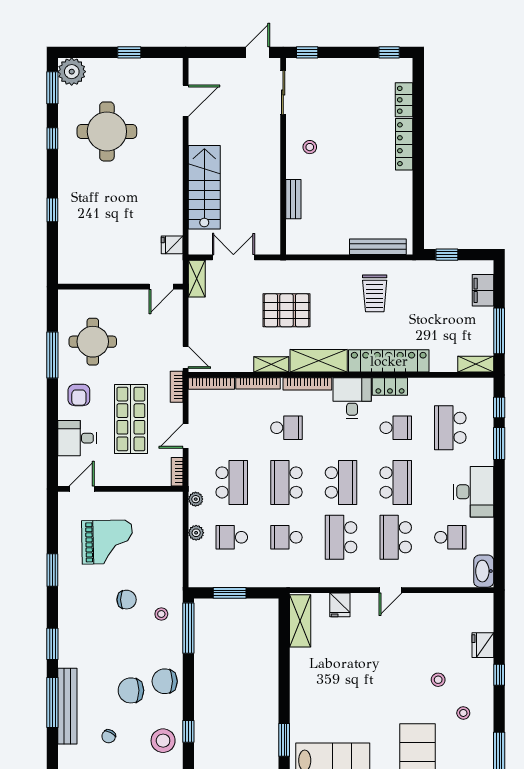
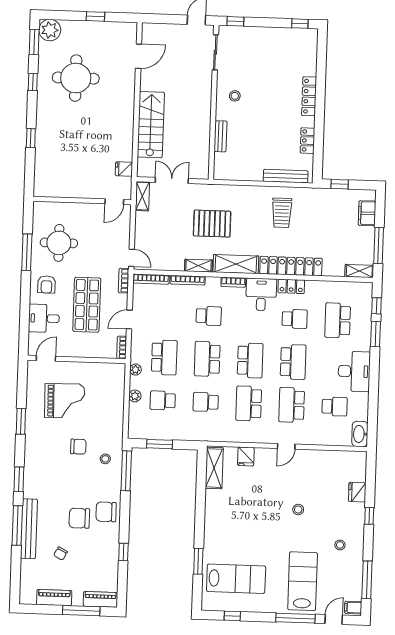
locker: (404, 100) -> (307, 141), moved
bookcase: (307, 384) -> (233, 282), width x0.64
stool: (438, 680) -> (298, 510), moved
stool: (163, 741) -> (103, 558), removed

